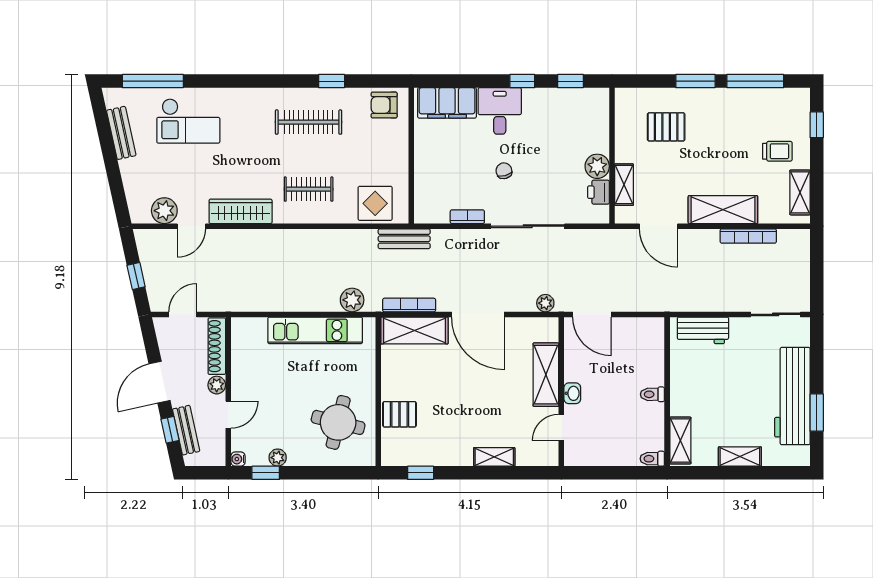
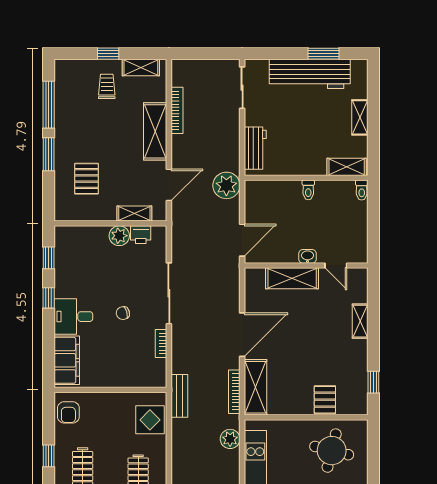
window: (817, 125) -> (108, 54), moved
plant: (545, 303) -> (226, 185), moved, width x1.88, depth x1.88

